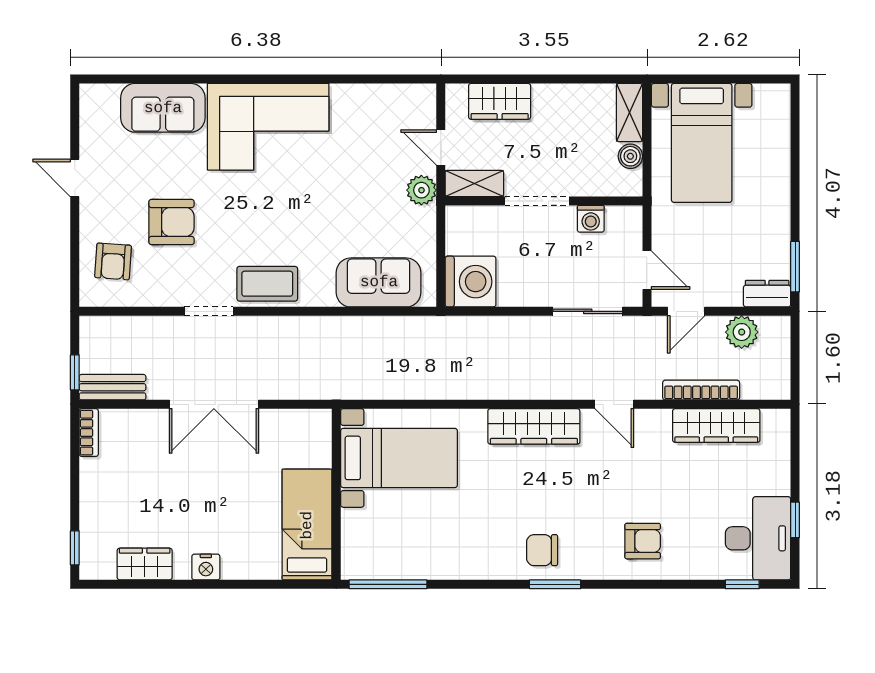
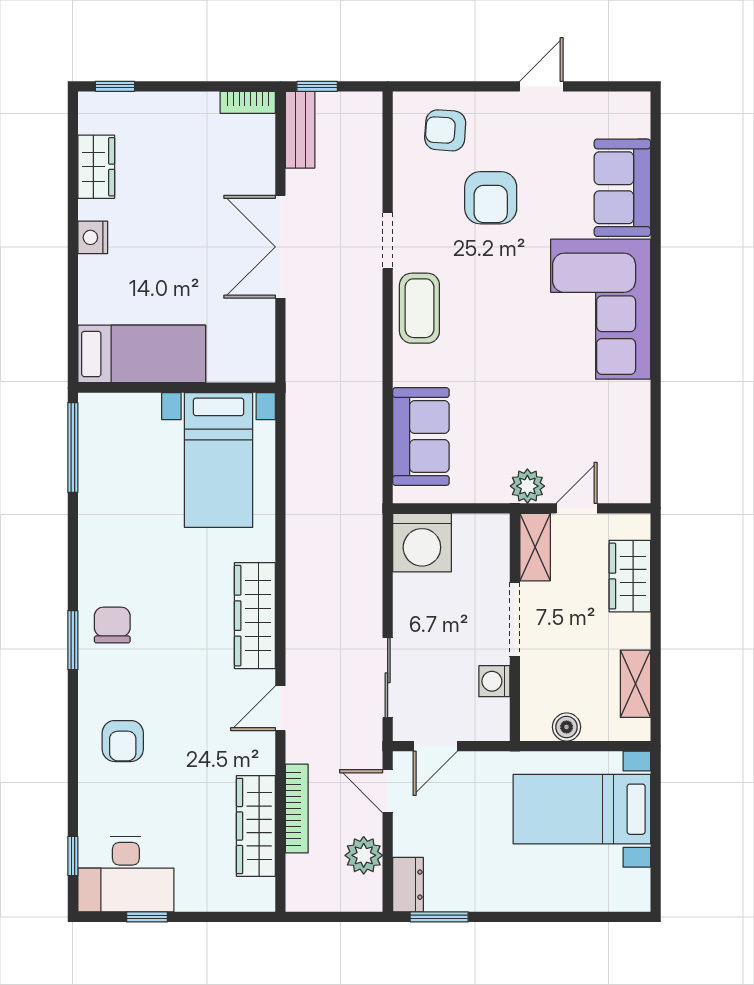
shelving: (629, 113) -> (635, 684), moved, turned 90

